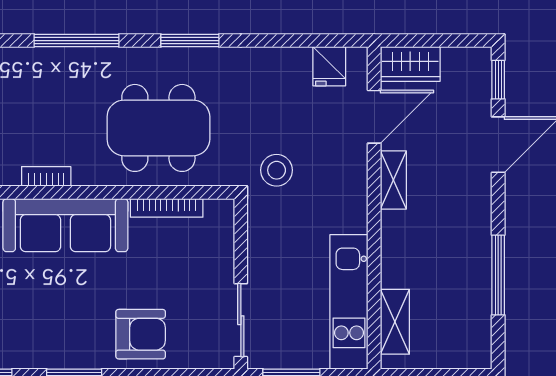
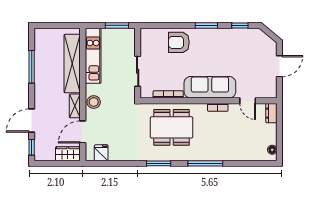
stool: (277, 170) -> (94, 102), moved
sliding door: (241, 320) -> (138, 71), moved
shelving: (395, 322) -> (72, 64), width x2.20, depth x1.33

